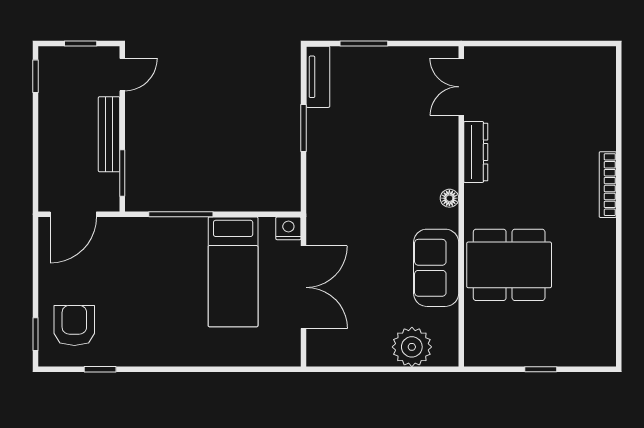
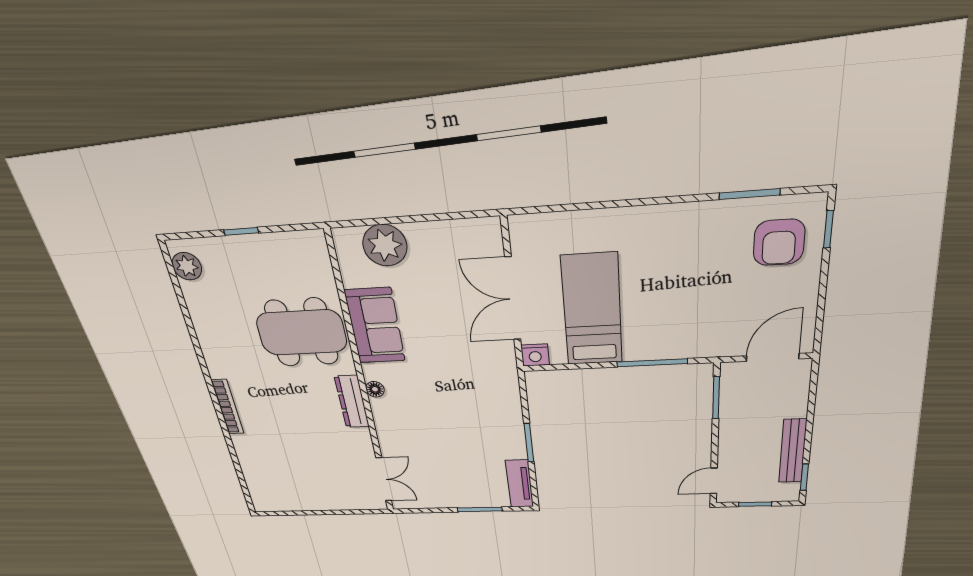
bench: (109, 134) -> (793, 451), moved
dresser: (476, 152) -> (352, 402), moved
plant: (602, 340) -> (187, 266), added
window: (100, 369) -> (750, 194), width x1.50

